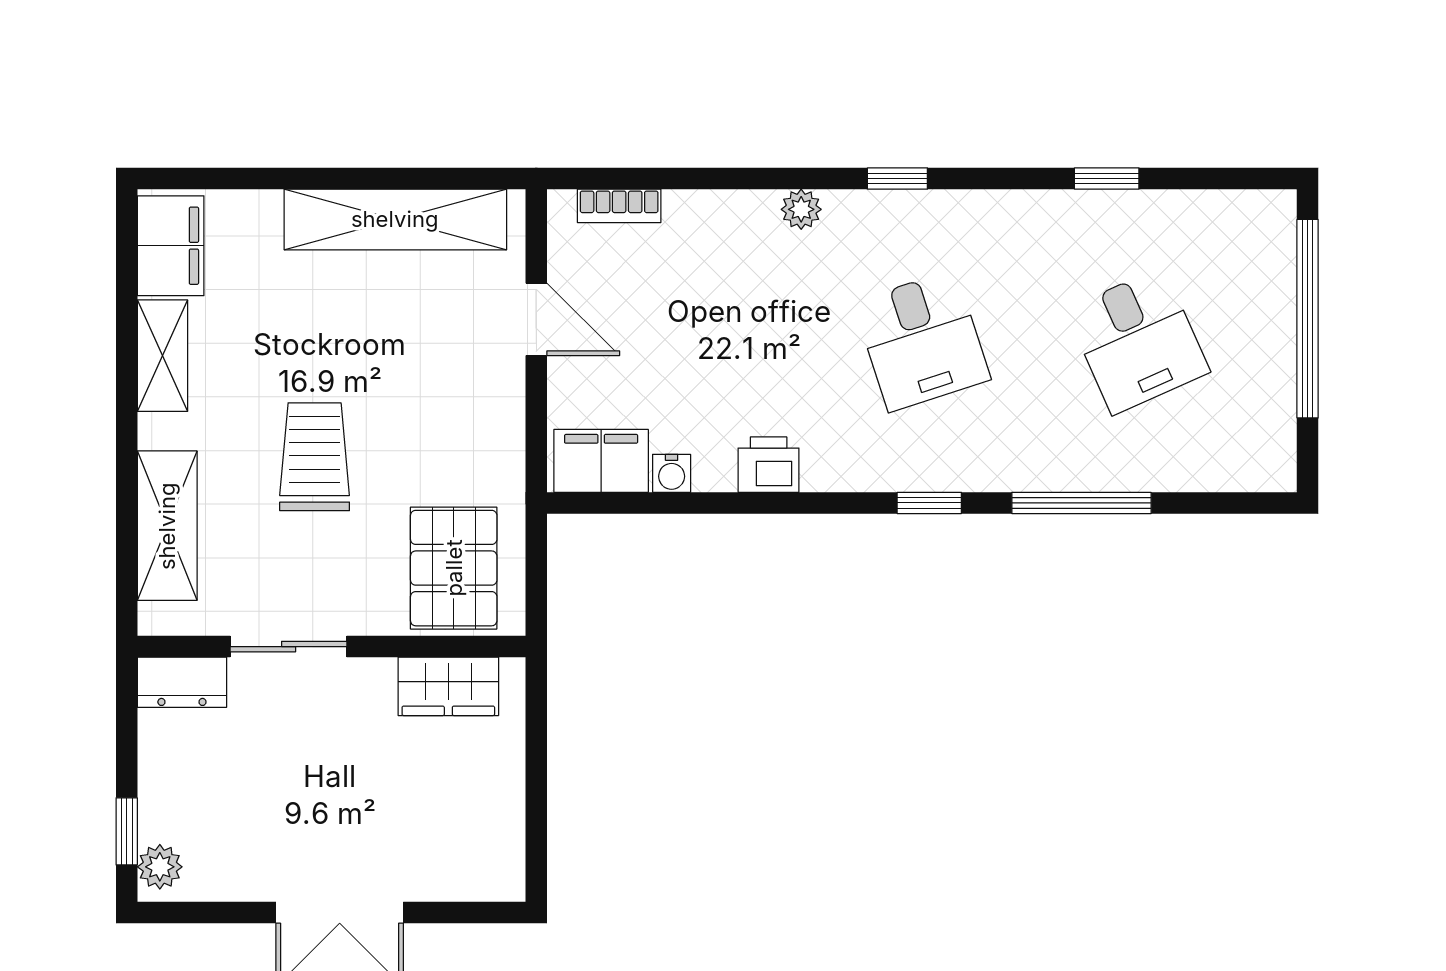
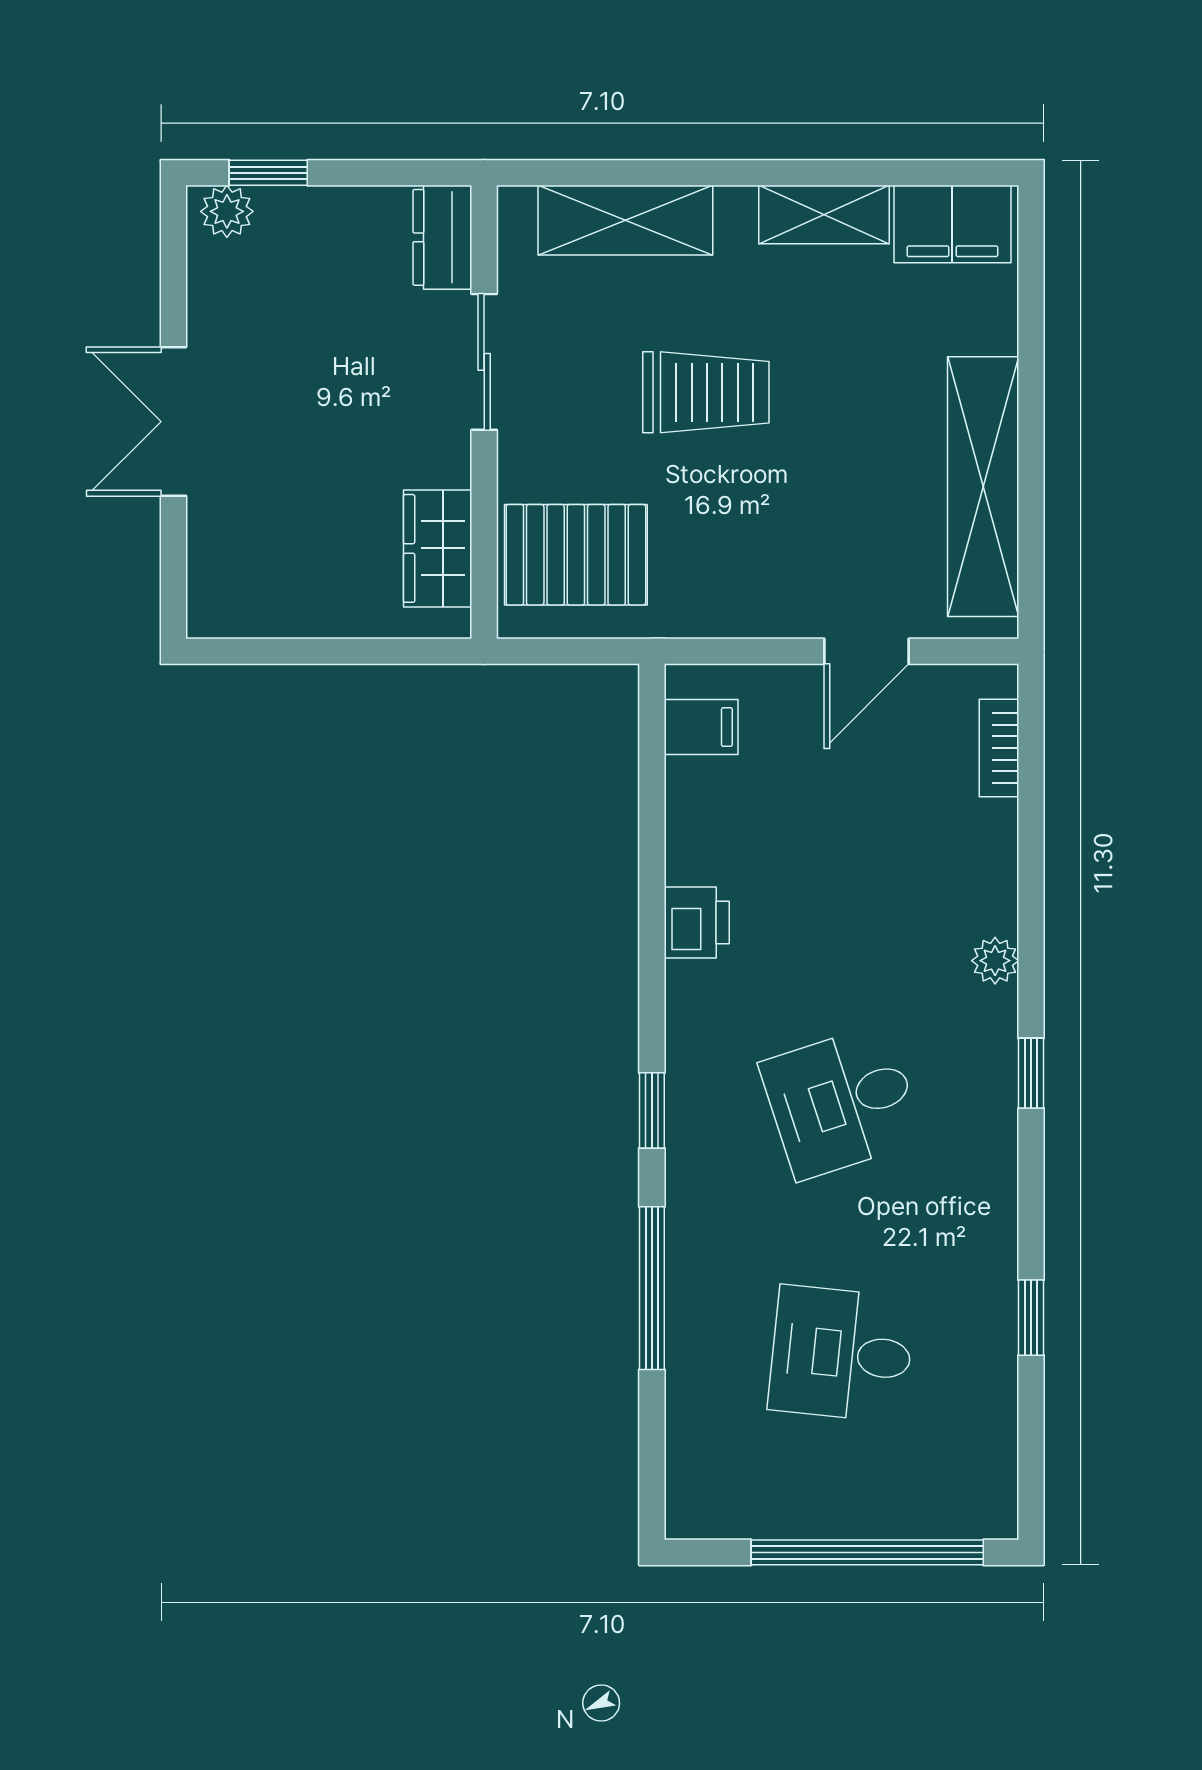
desk: (1138, 341) -> (841, 1354), turned 30
filing cabinet: (601, 461) -> (701, 727), width x0.50
water cooler: (672, 473) -> (687, 809), removed

